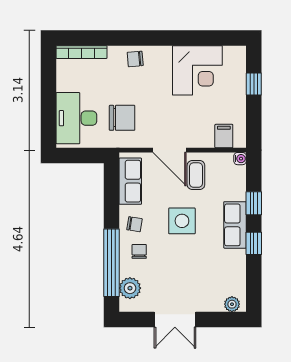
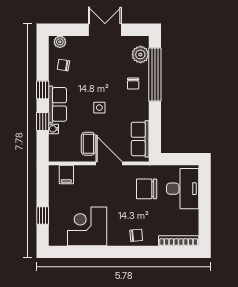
water cooler: (240, 159) -> (54, 129), moved
side table: (182, 221) -> (99, 108), width x0.54, depth x0.54
chair: (134, 224) -> (63, 65), moved

